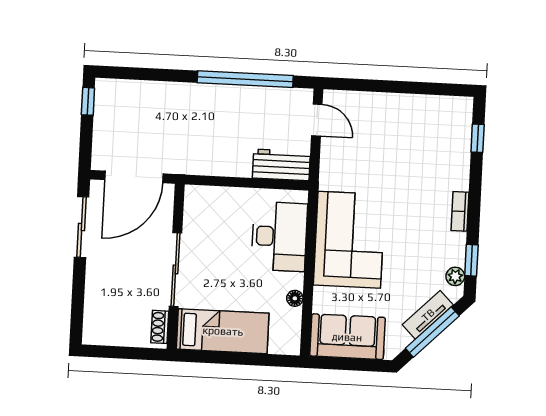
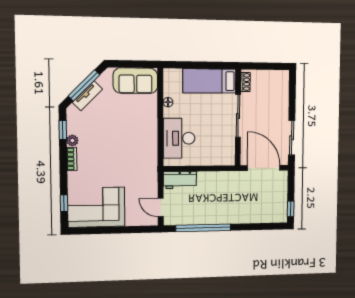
door: (134, 177) -> (264, 168), hinge flipped
corner sofa: (349, 240) -> (96, 207), moved, turned 90
plant: (455, 276) -> (72, 140), moved

